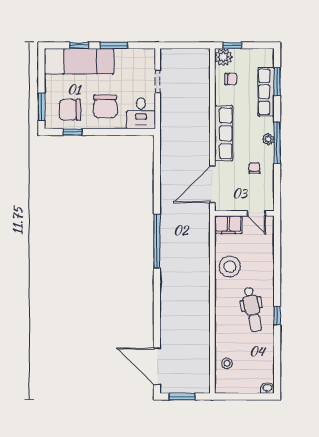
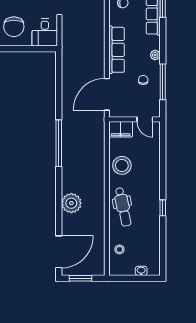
window: (277, 143) -> (163, 82), moved
dental chair: (252, 309) -> (123, 207), moved
plant: (172, 310) -> (71, 203), added
door: (157, 366) -> (59, 252), swing flipped
washbasin: (267, 388) -> (141, 271), moved

